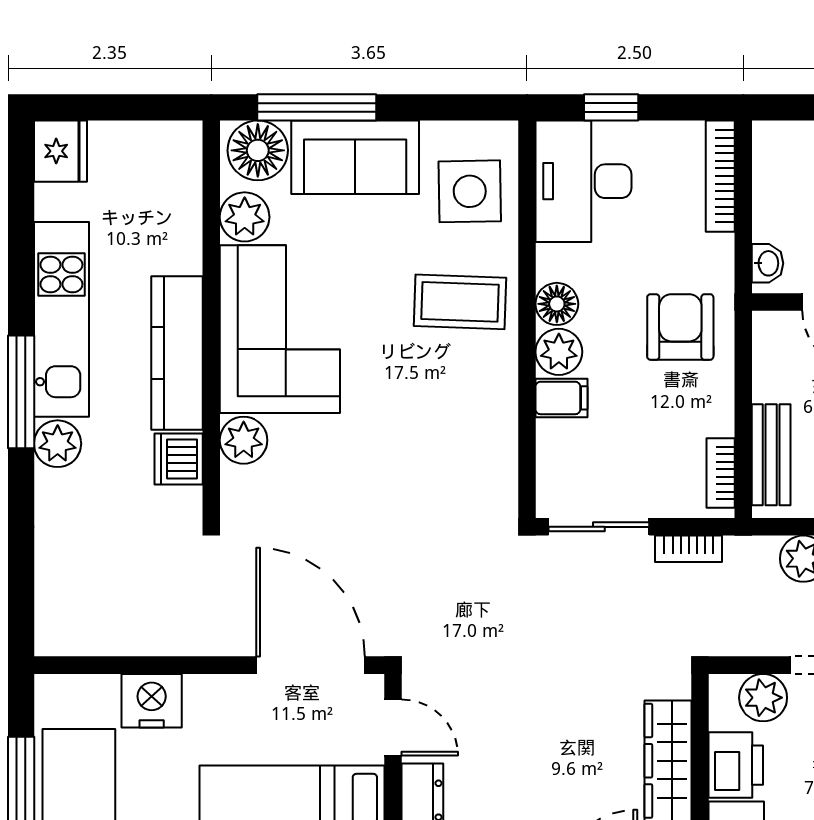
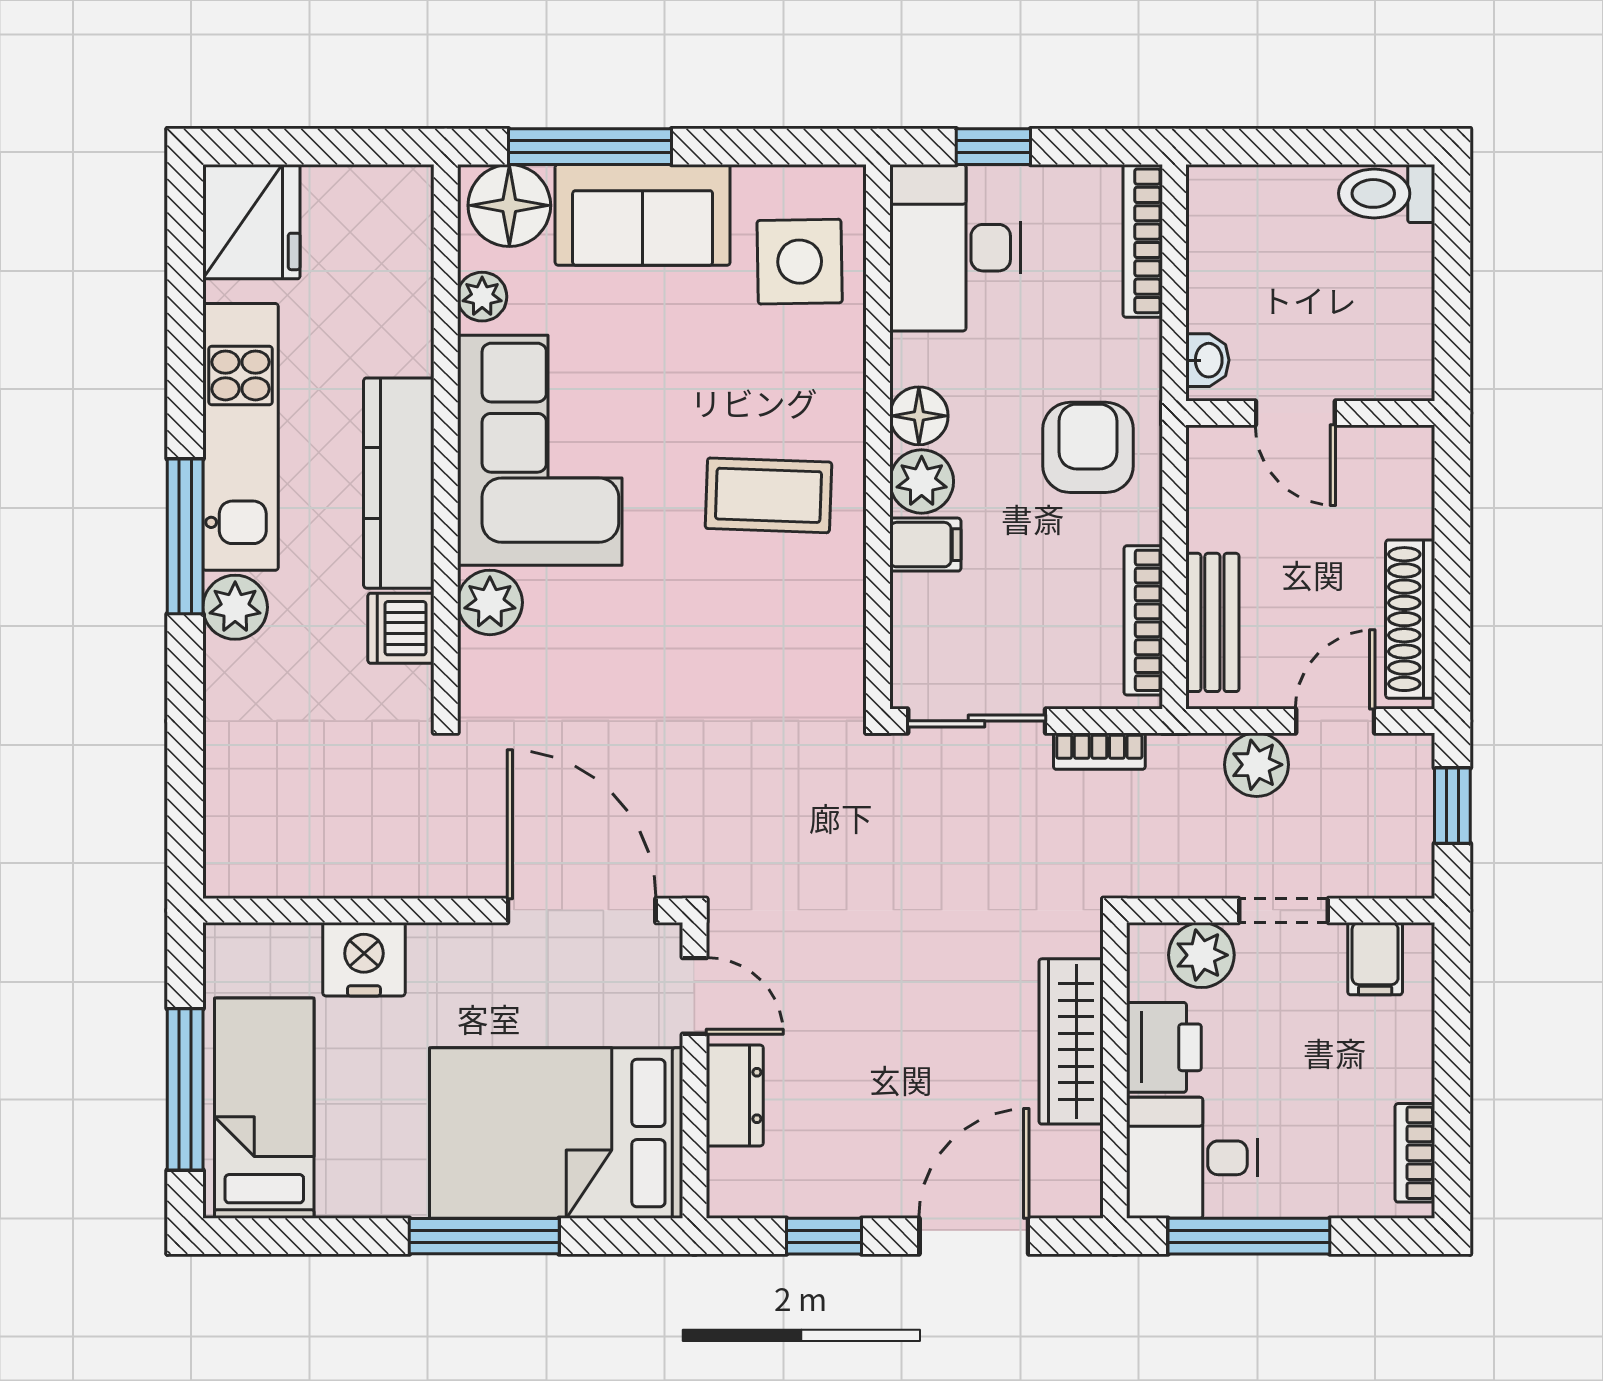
fridge: (60, 151) -> (251, 222), width x1.36, depth x1.34
plant: (245, 217) -> (482, 297), width x0.73, depth x0.73
coffee table: (460, 302) -> (768, 495), moved
bookcase: (721, 473) -> (1143, 620), width x1.56

